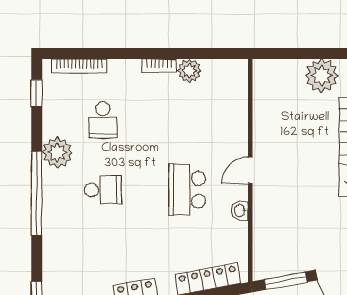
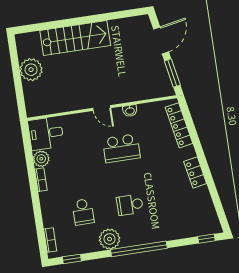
bookcase: (79, 66) -> (50, 240), width x0.64
desk: (226, 83) -> (46, 133), added
school desk: (103, 120) -> (83, 212), turned 90
school desk: (103, 190) -> (130, 205), turned -90

